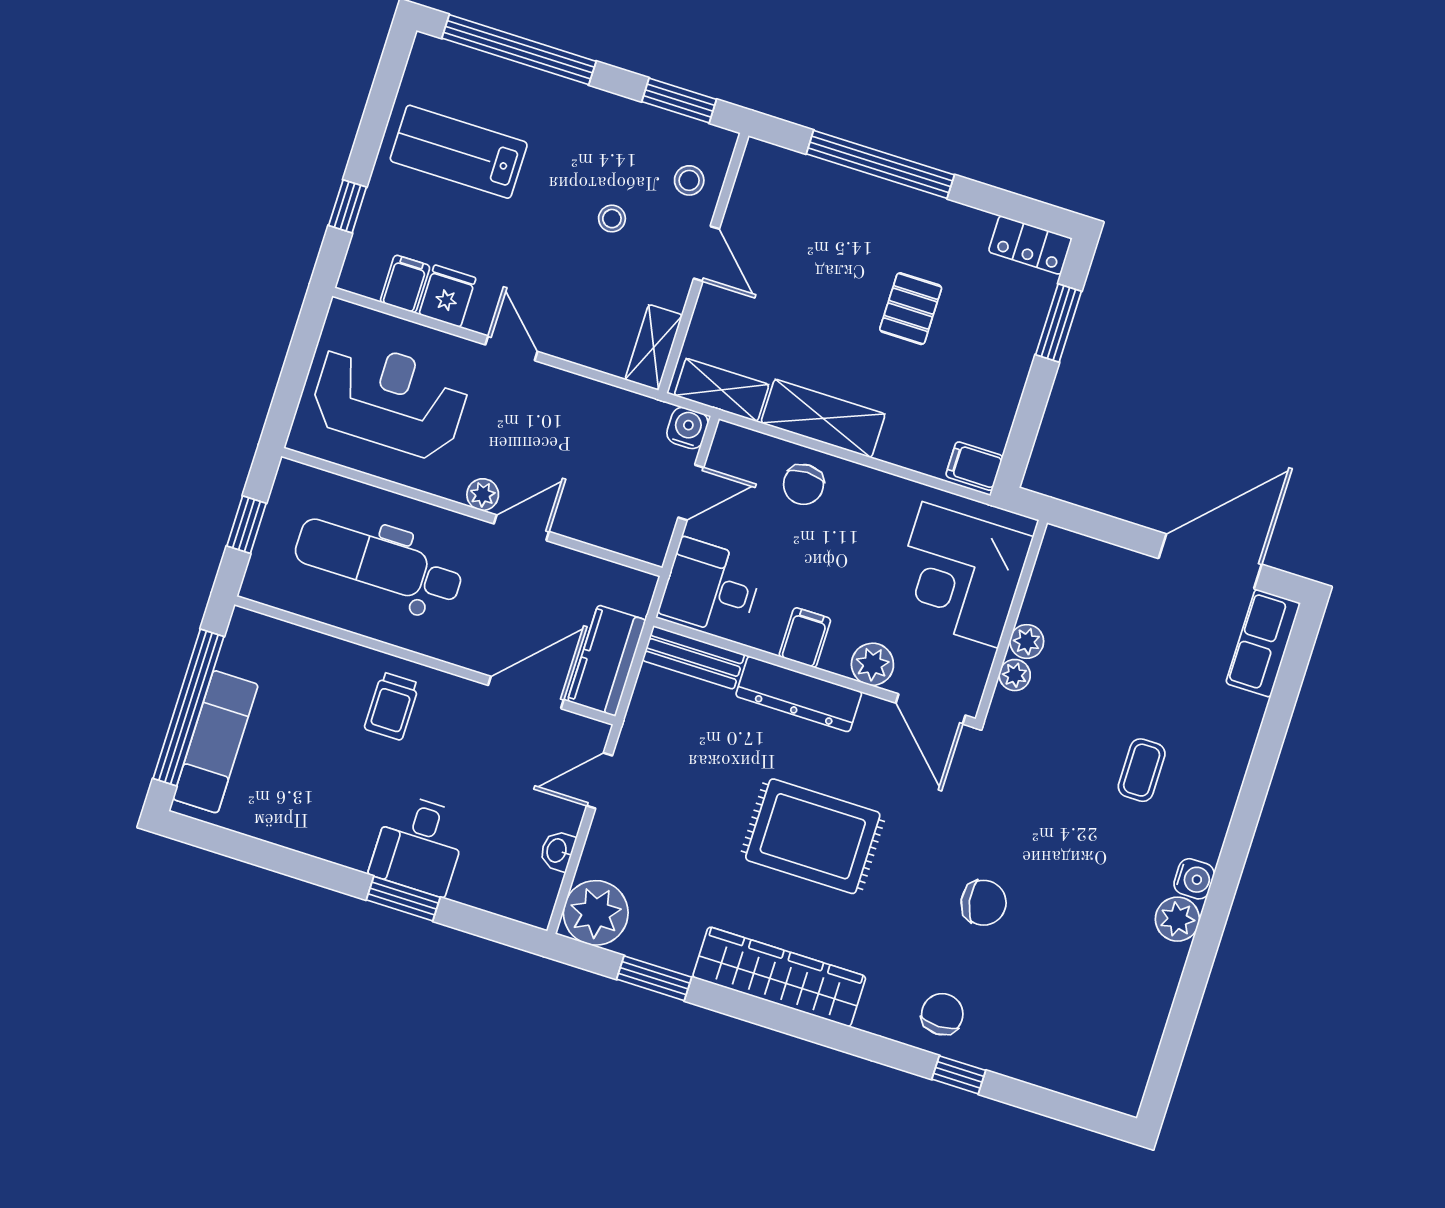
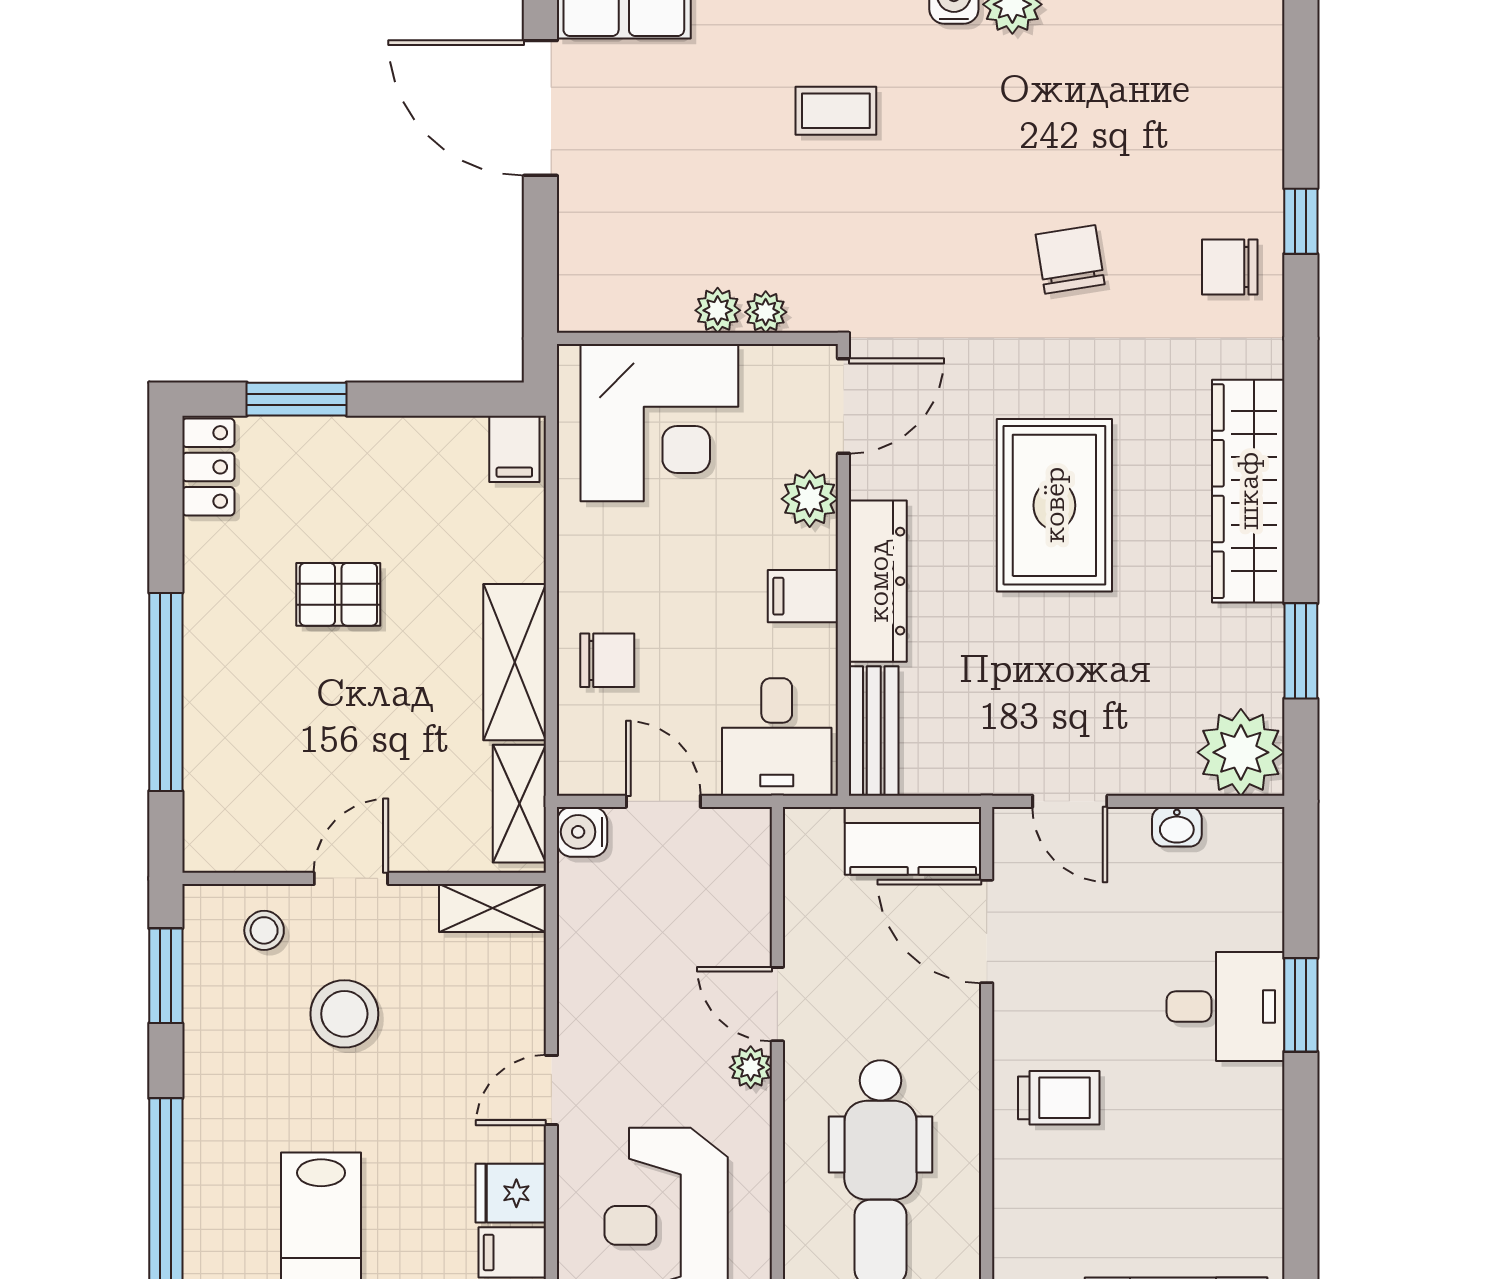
stool: (612, 219) -> (344, 1014), width x1.89, depth x1.89

